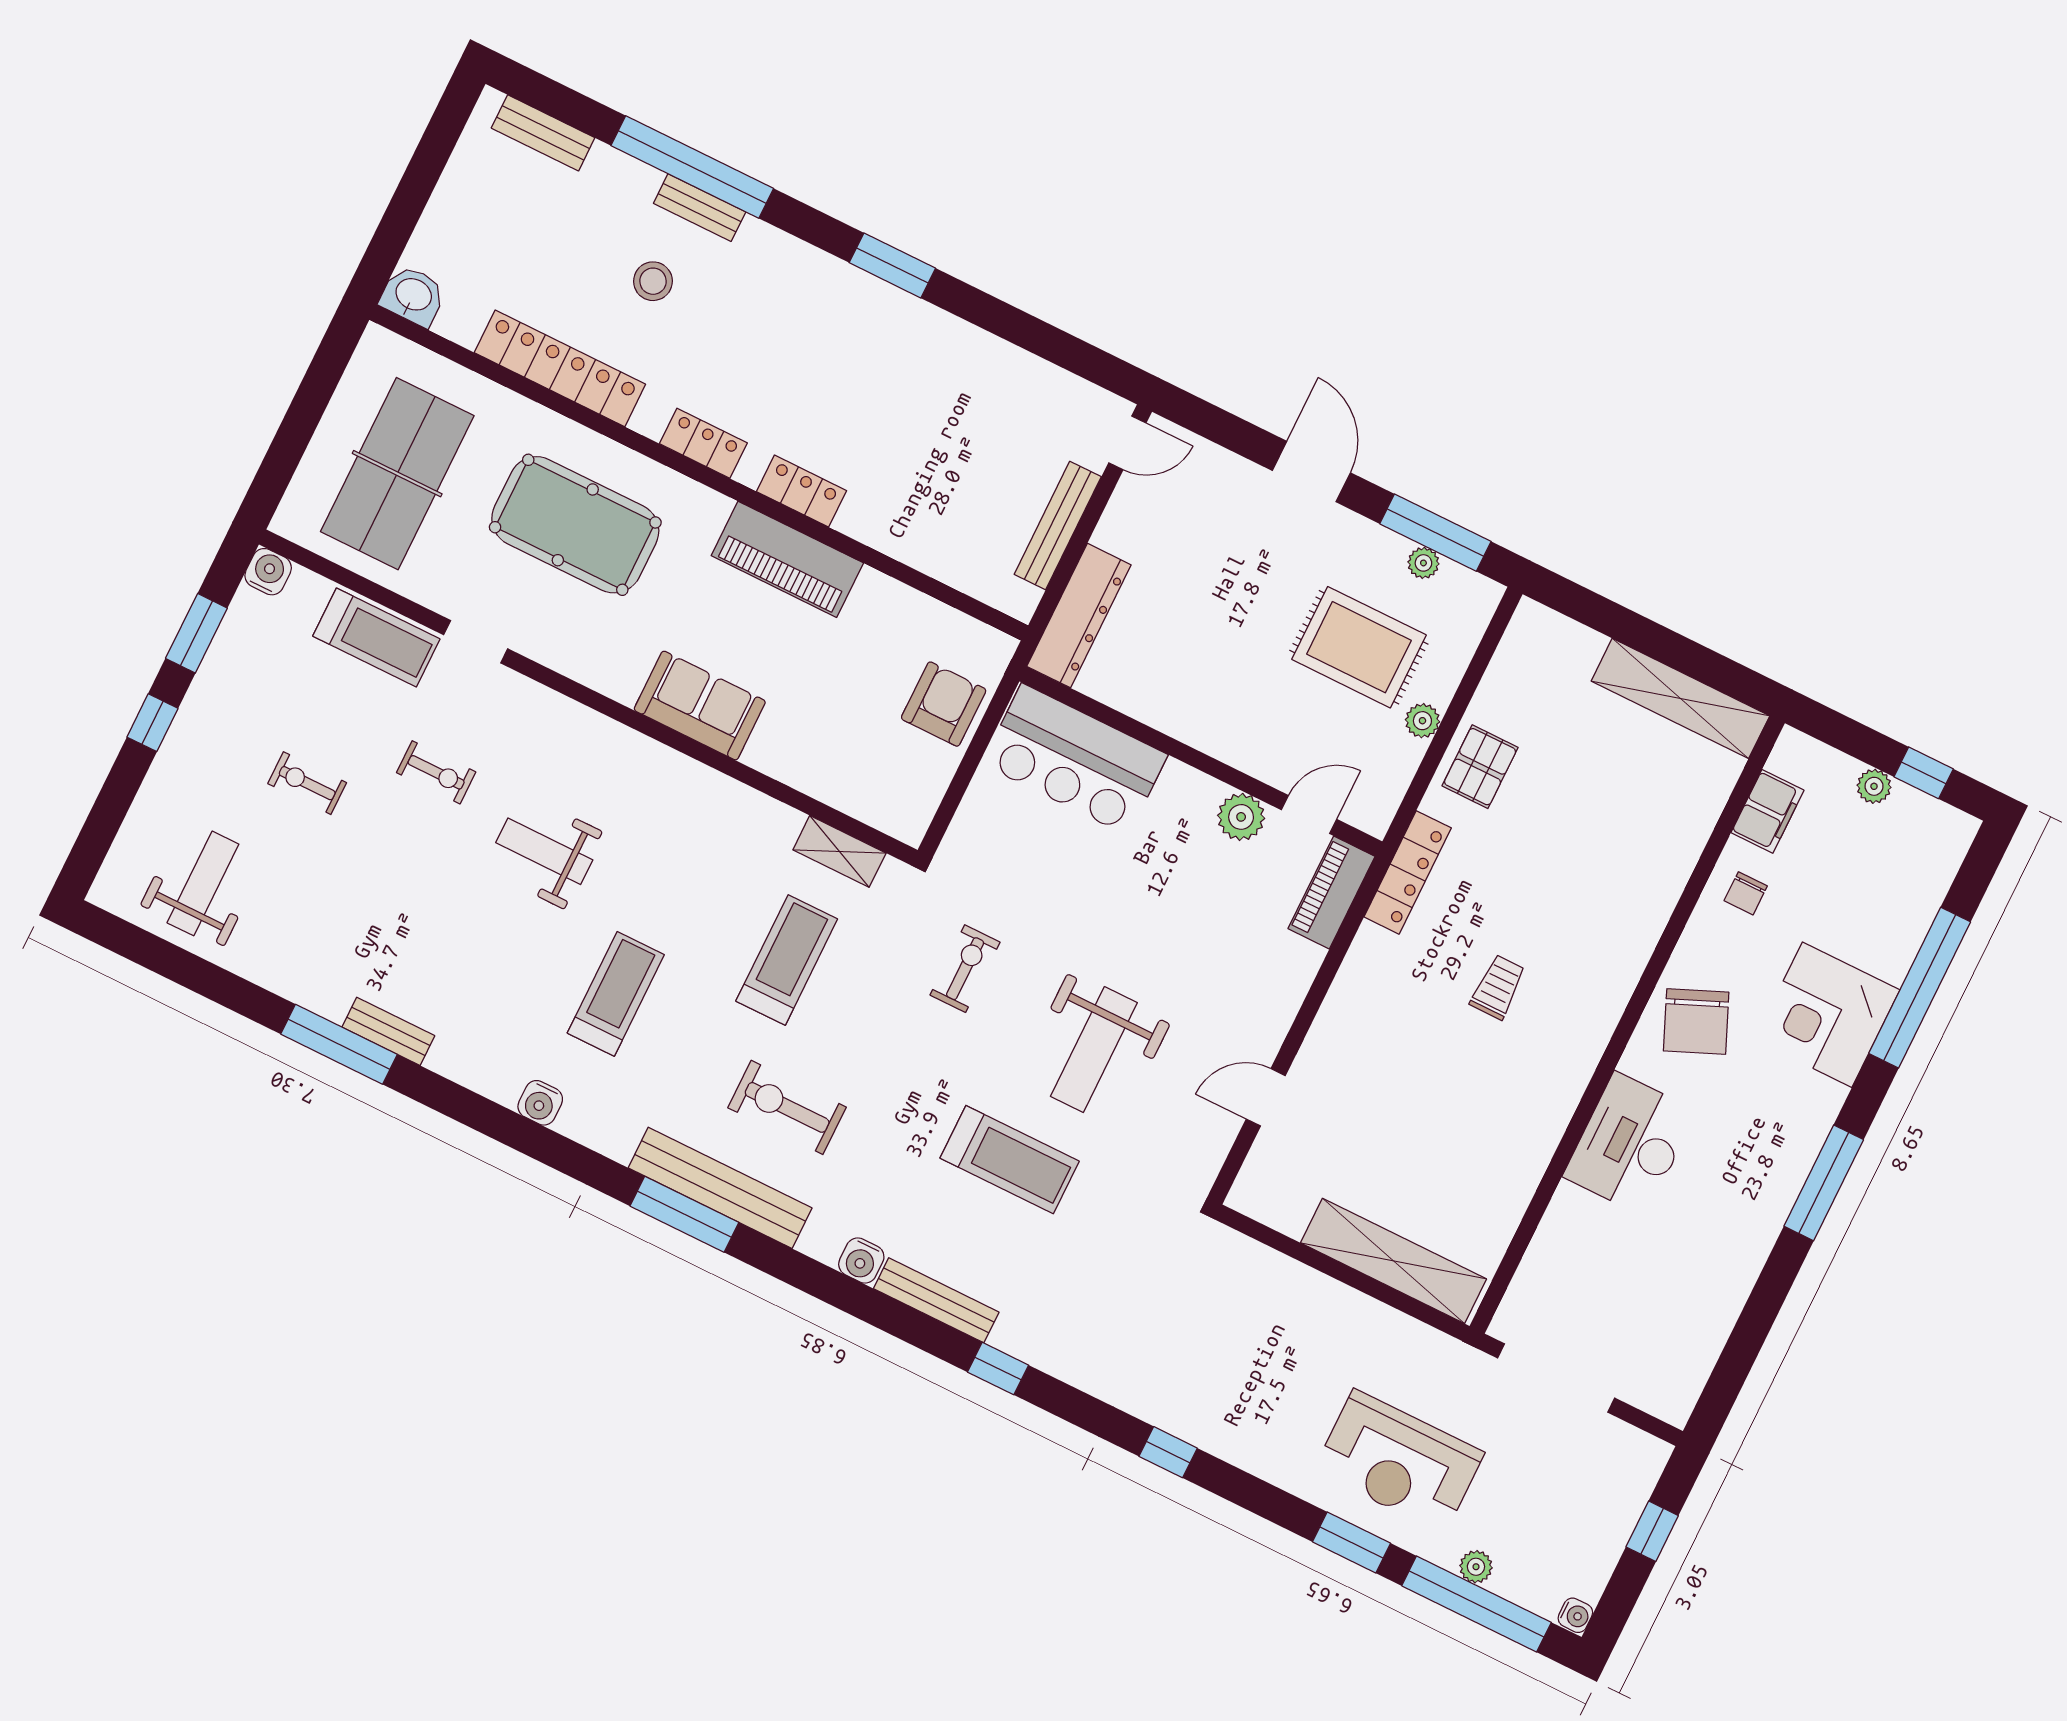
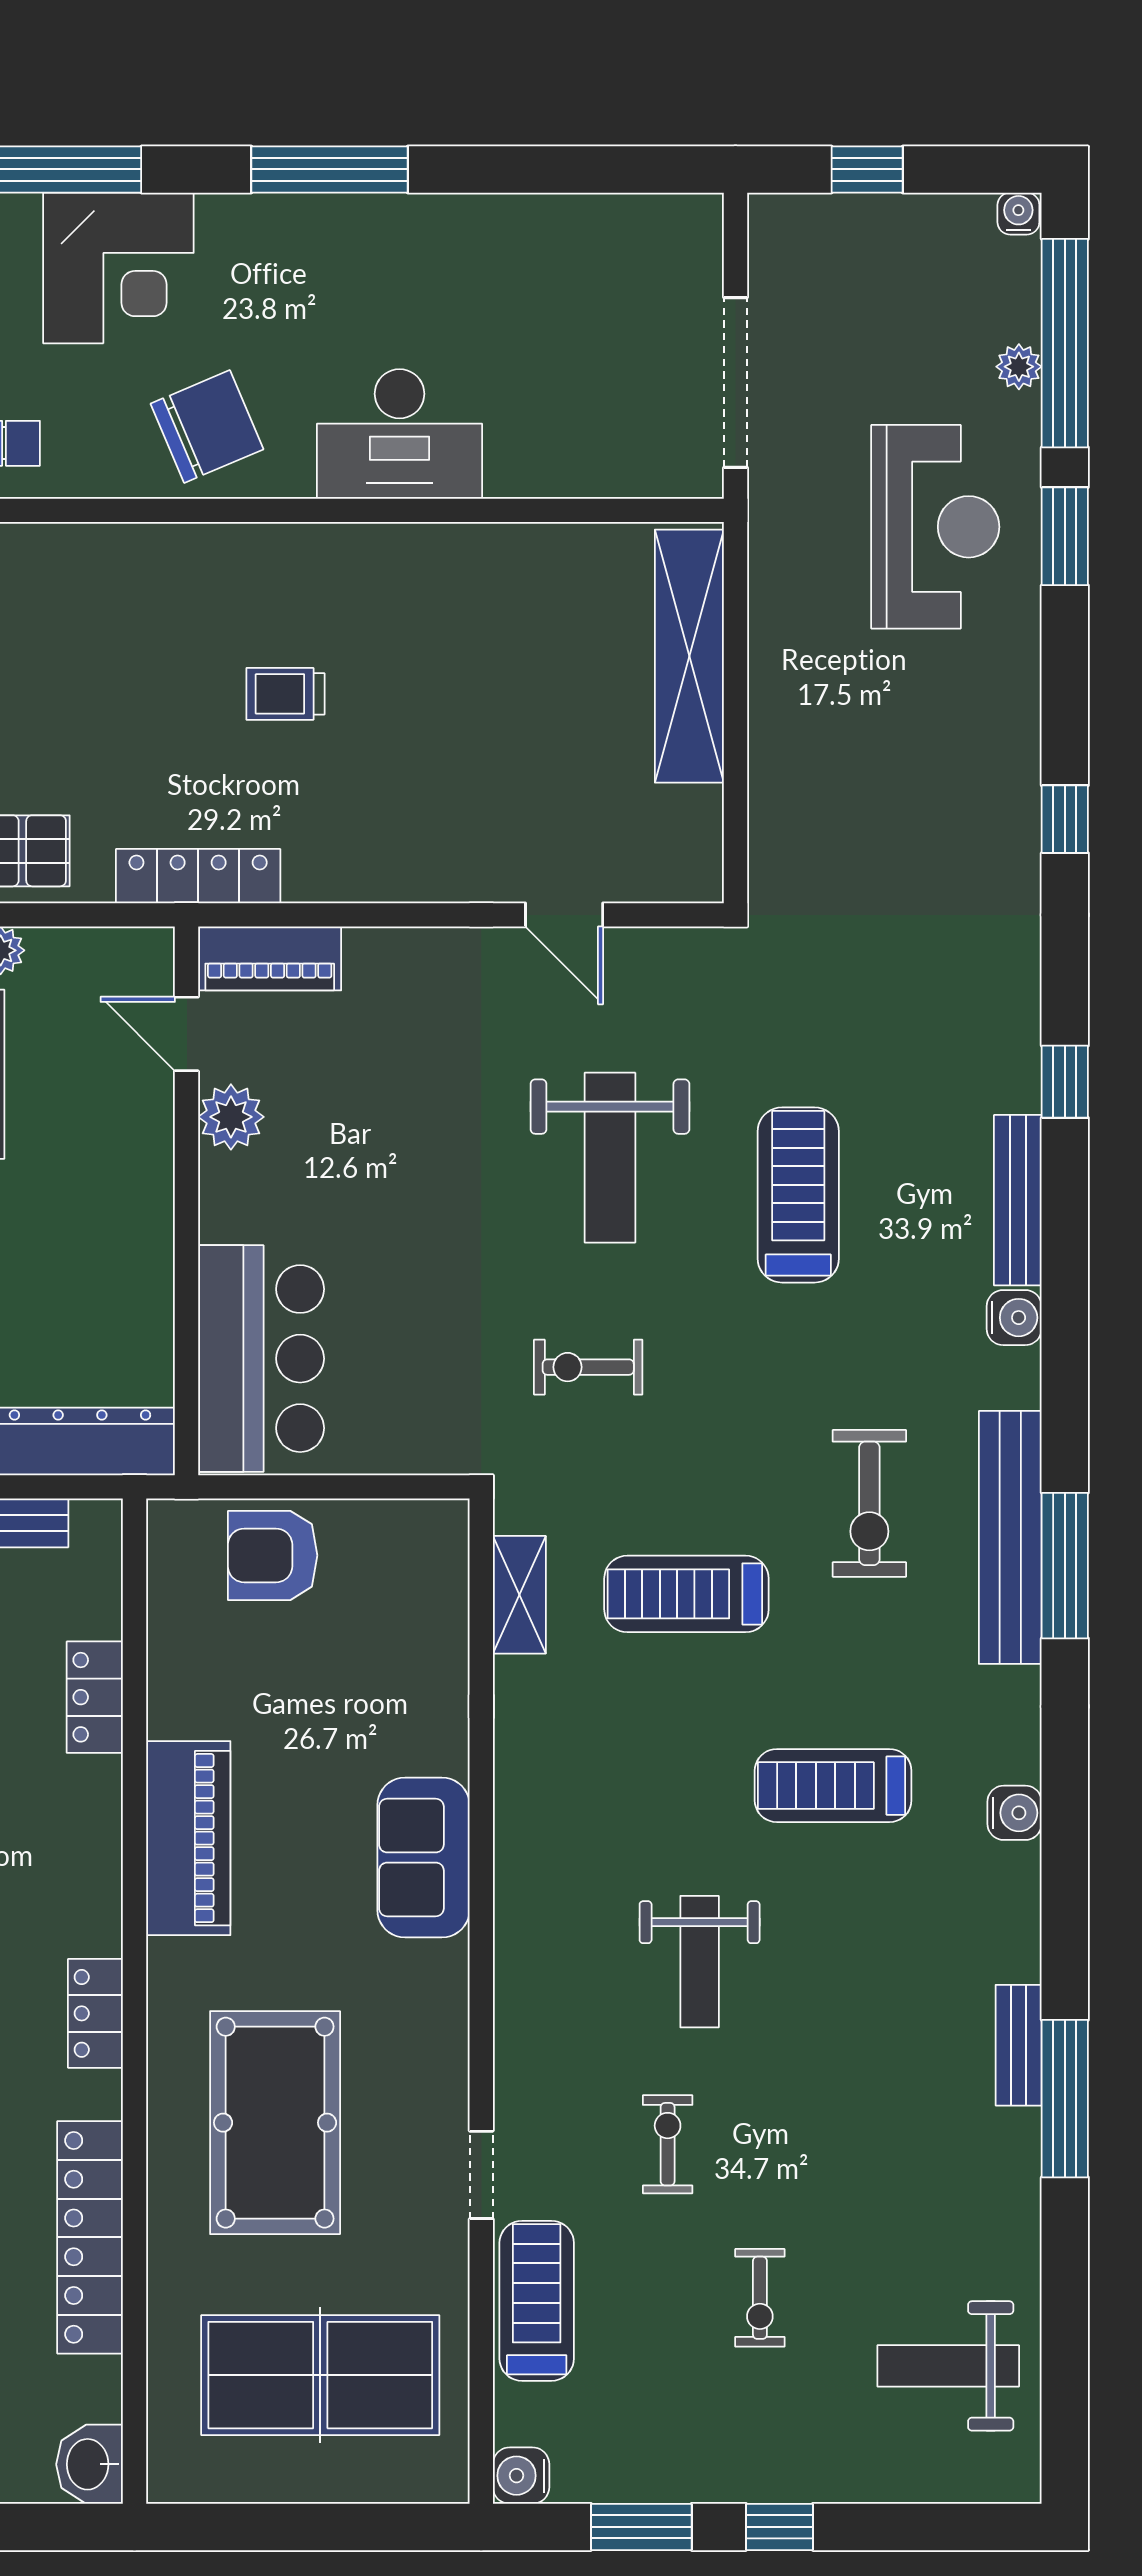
locker: (802, 491) -> (95, 1697), moved
weight bench: (1094, 1050) -> (610, 1158), turned 90

